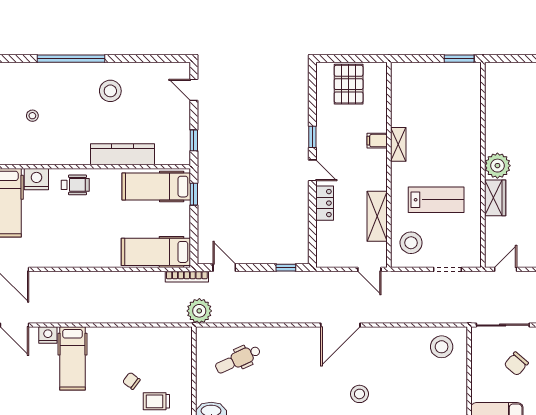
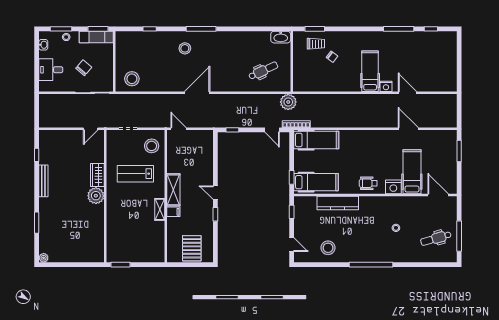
stool: (110, 91) -> (328, 248), moved
locker: (325, 203) -> (207, 172), removed
shelving: (377, 216) -> (173, 190), moved

